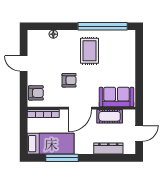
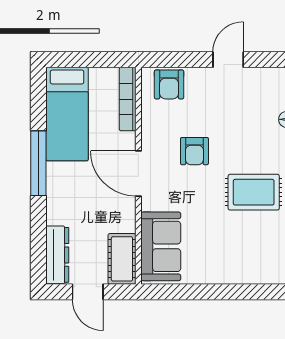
cot: (110, 116) -> (122, 259), moved
dresser: (108, 149) -> (57, 255), moved
window: (62, 158) -> (38, 163), moved

